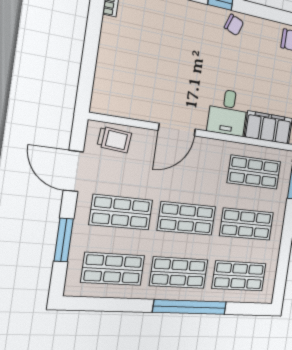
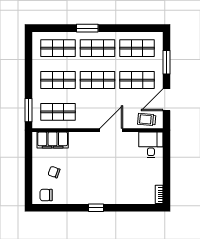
chair: (234, 25) -> (54, 172), moved
desk: (228, 112) -> (151, 145), moved
door: (73, 171) -> (167, 100), swing flipped
window: (190, 307) -> (87, 28), width x0.47

